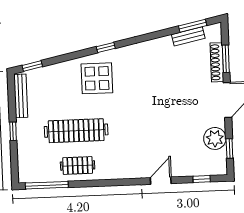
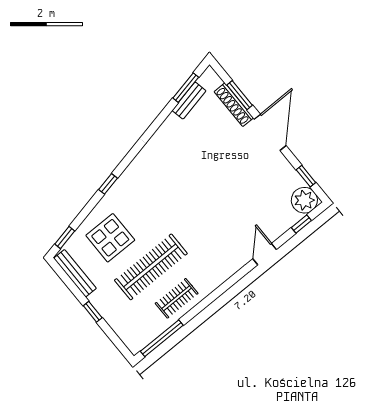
window: (106, 48) -> (108, 184), moved
display table: (97, 78) -> (110, 238), moved
plant: (215, 138) -> (304, 200), moved

